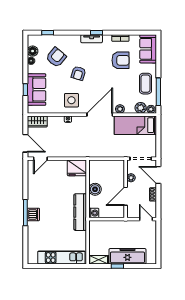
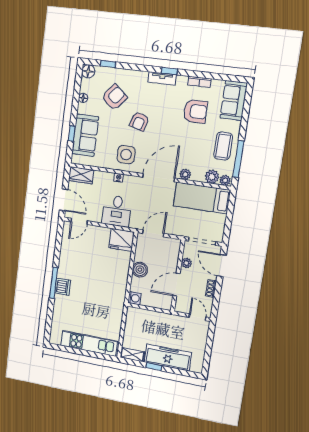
floor lamp: (33, 51) -> (88, 71), moved
desk: (70, 146) -> (117, 211), added
door: (102, 159) -> (153, 233), added
kitchen counter: (80, 212) -> (118, 294), removed

